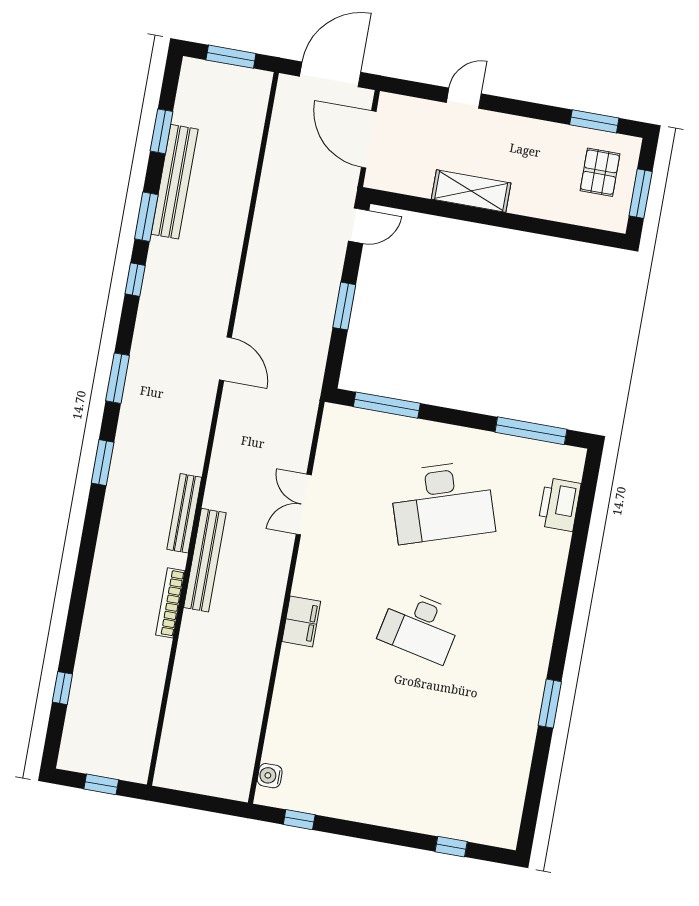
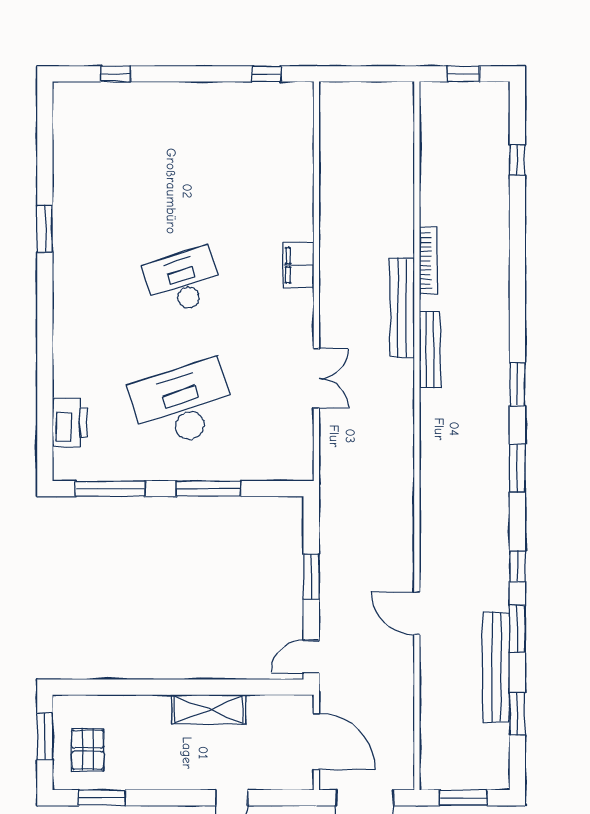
door: (225, 359) -> (417, 613), moved
window: (387, 405) -> (208, 489), moved
desk: (420, 626) -> (183, 281), turned -30
water cooler: (270, 776) -> (302, 111), removed

